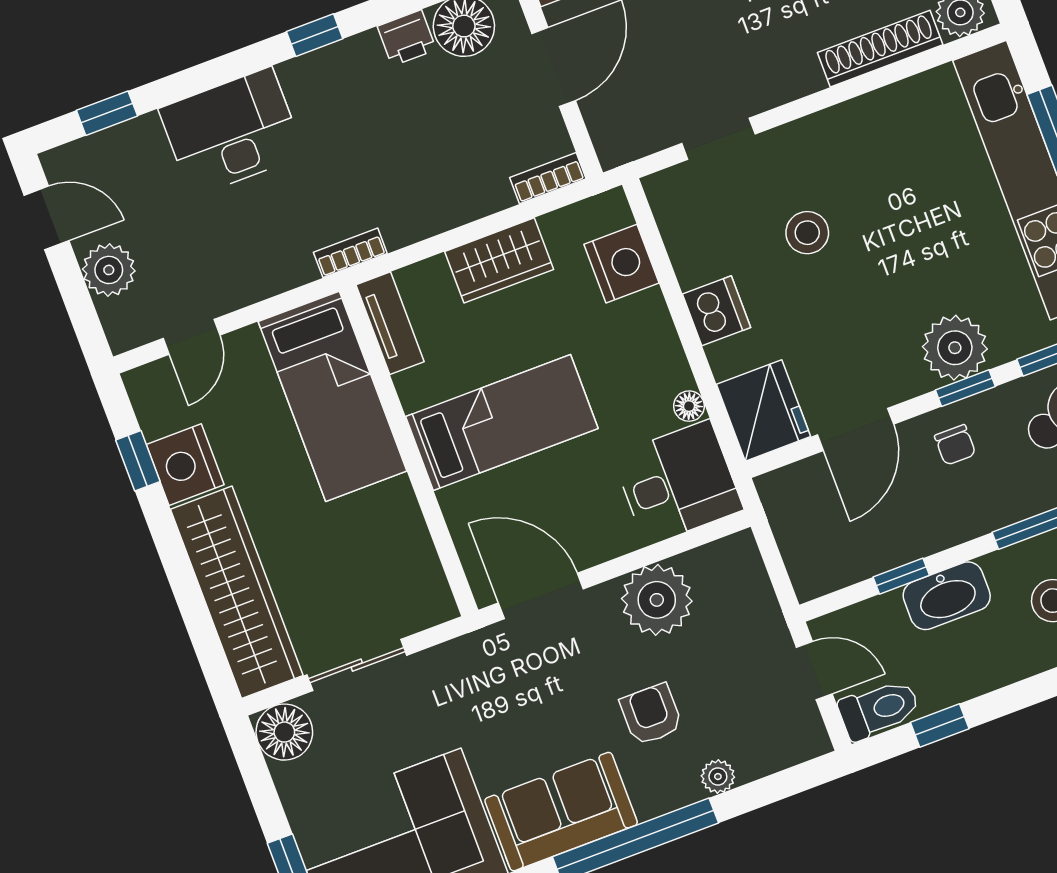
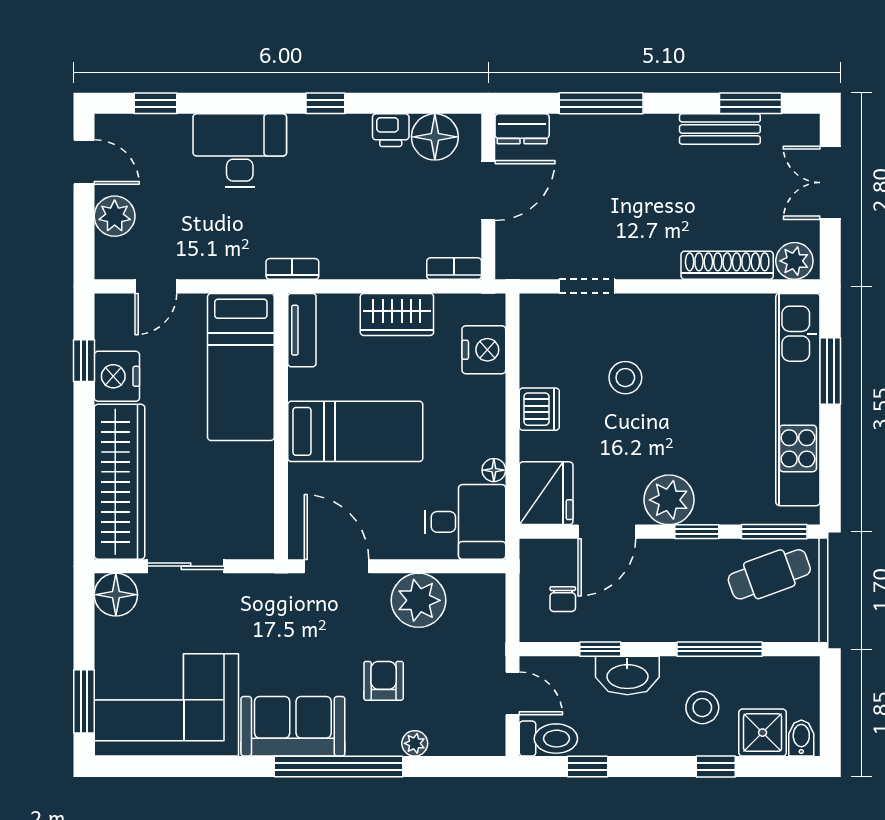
plant: (955, 348) -> (669, 500), moved
chair: (955, 445) -> (563, 599), moved

